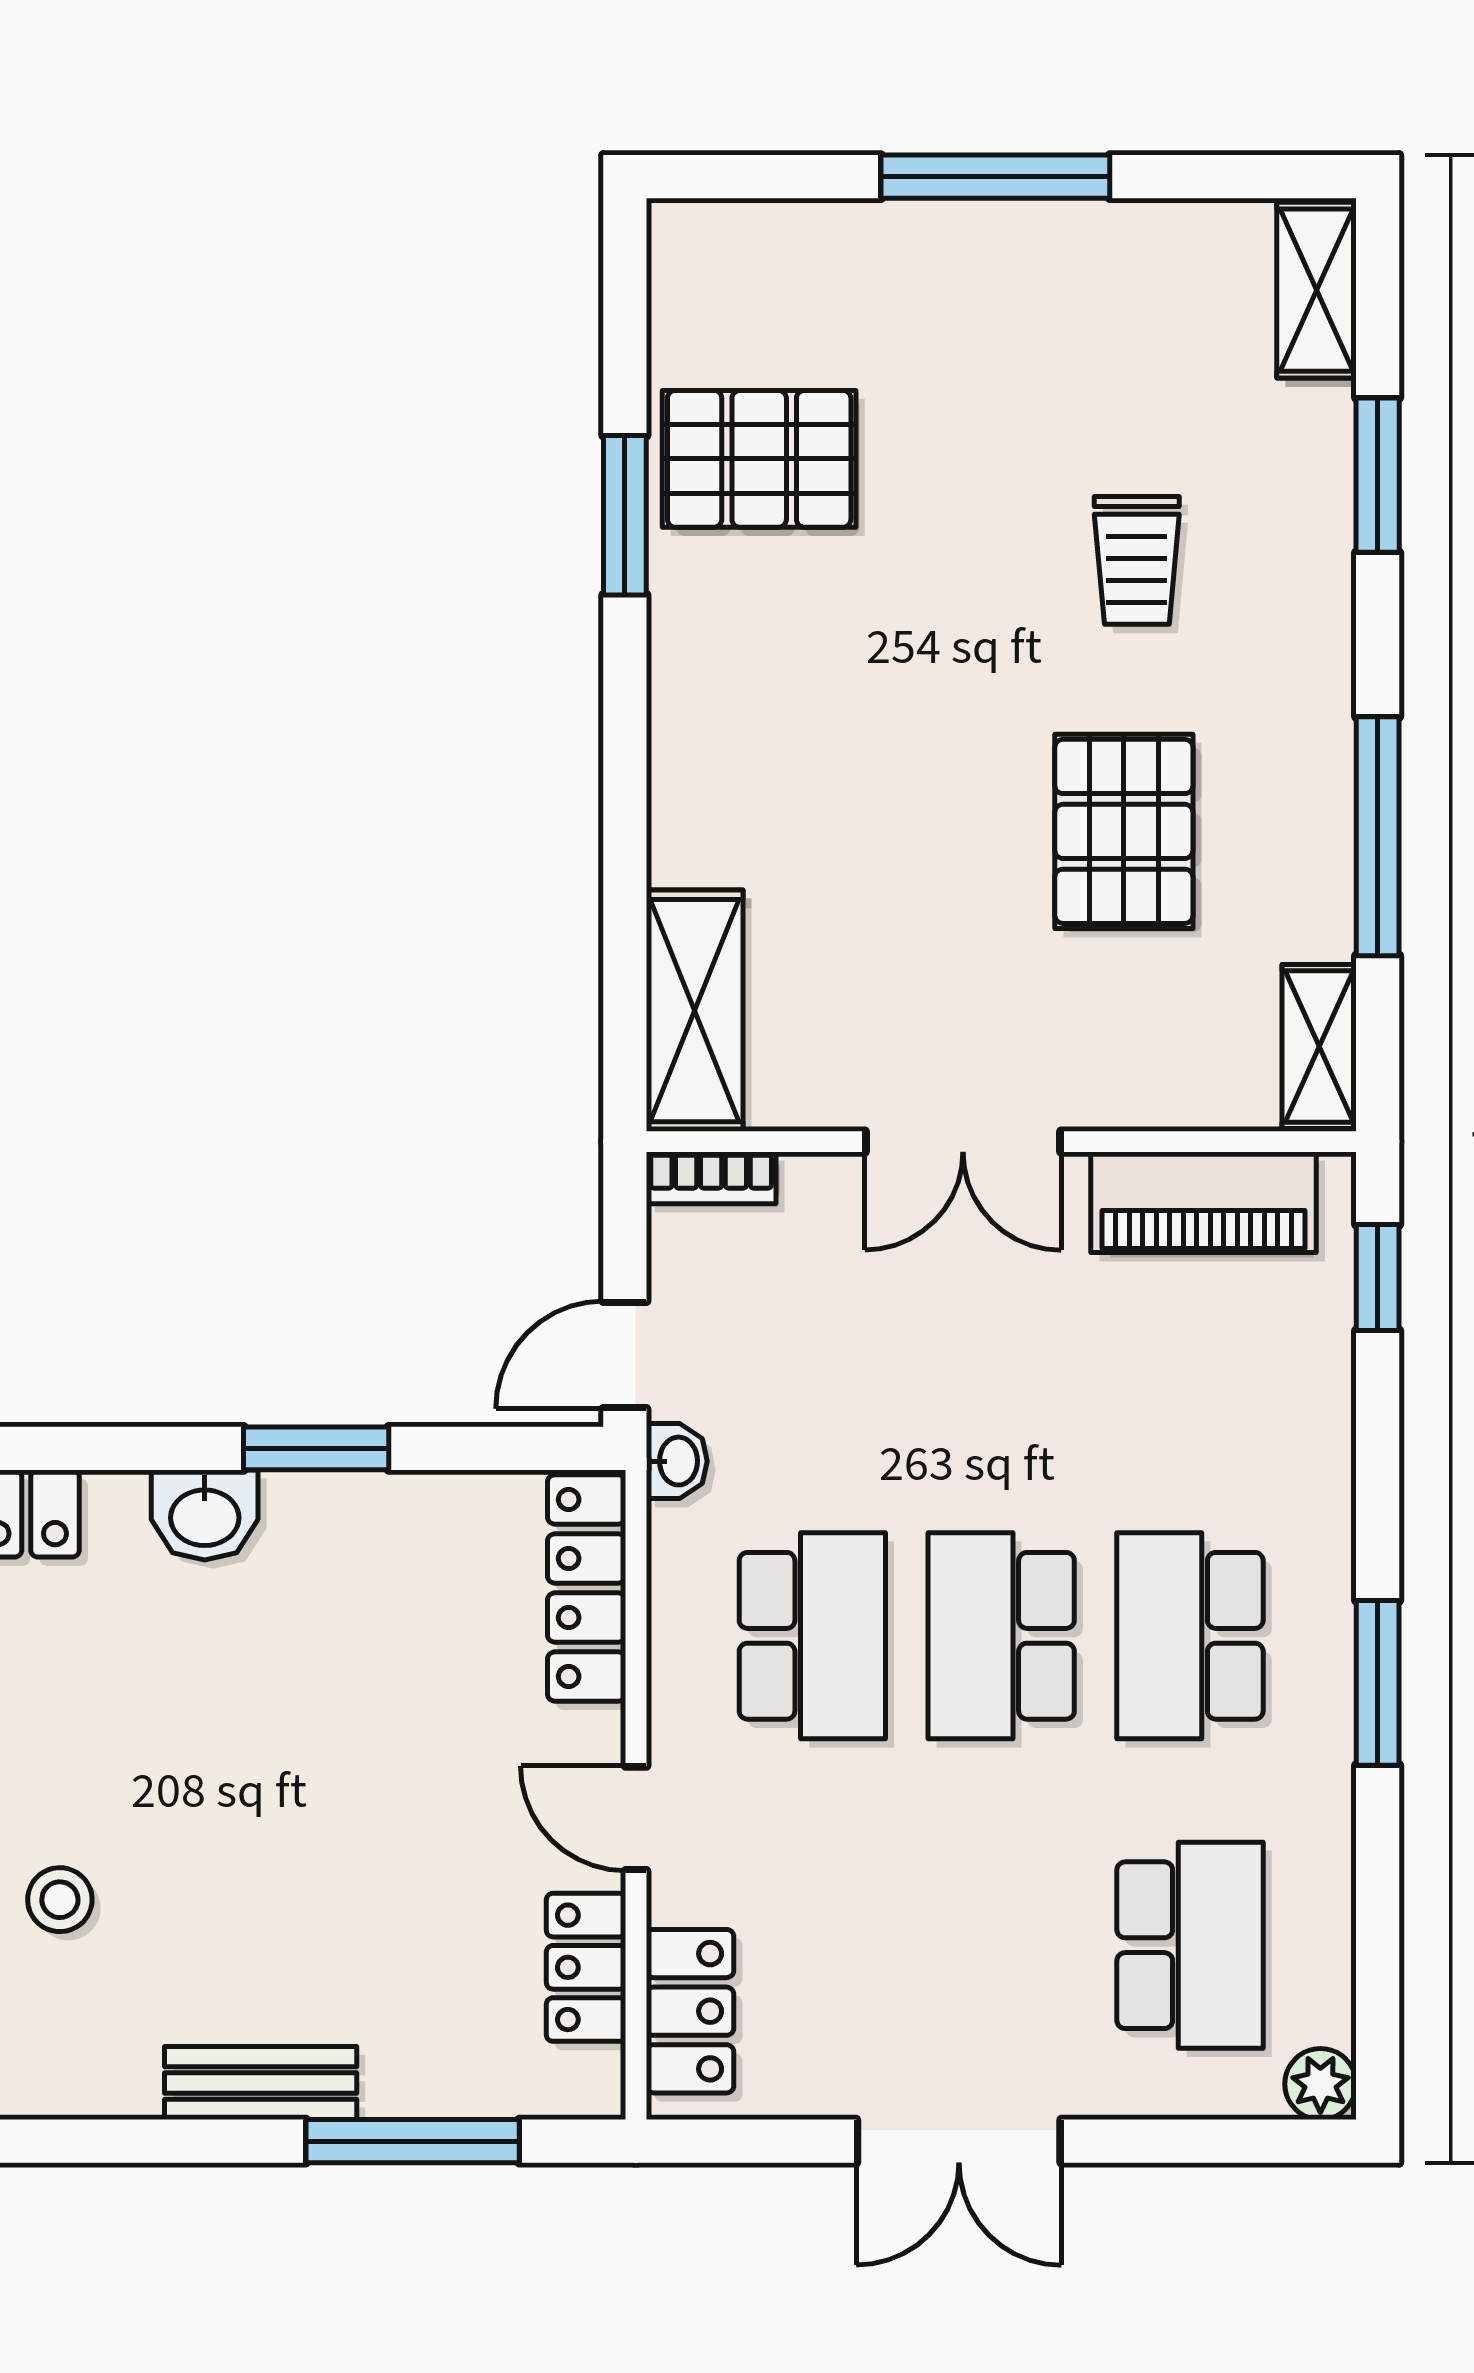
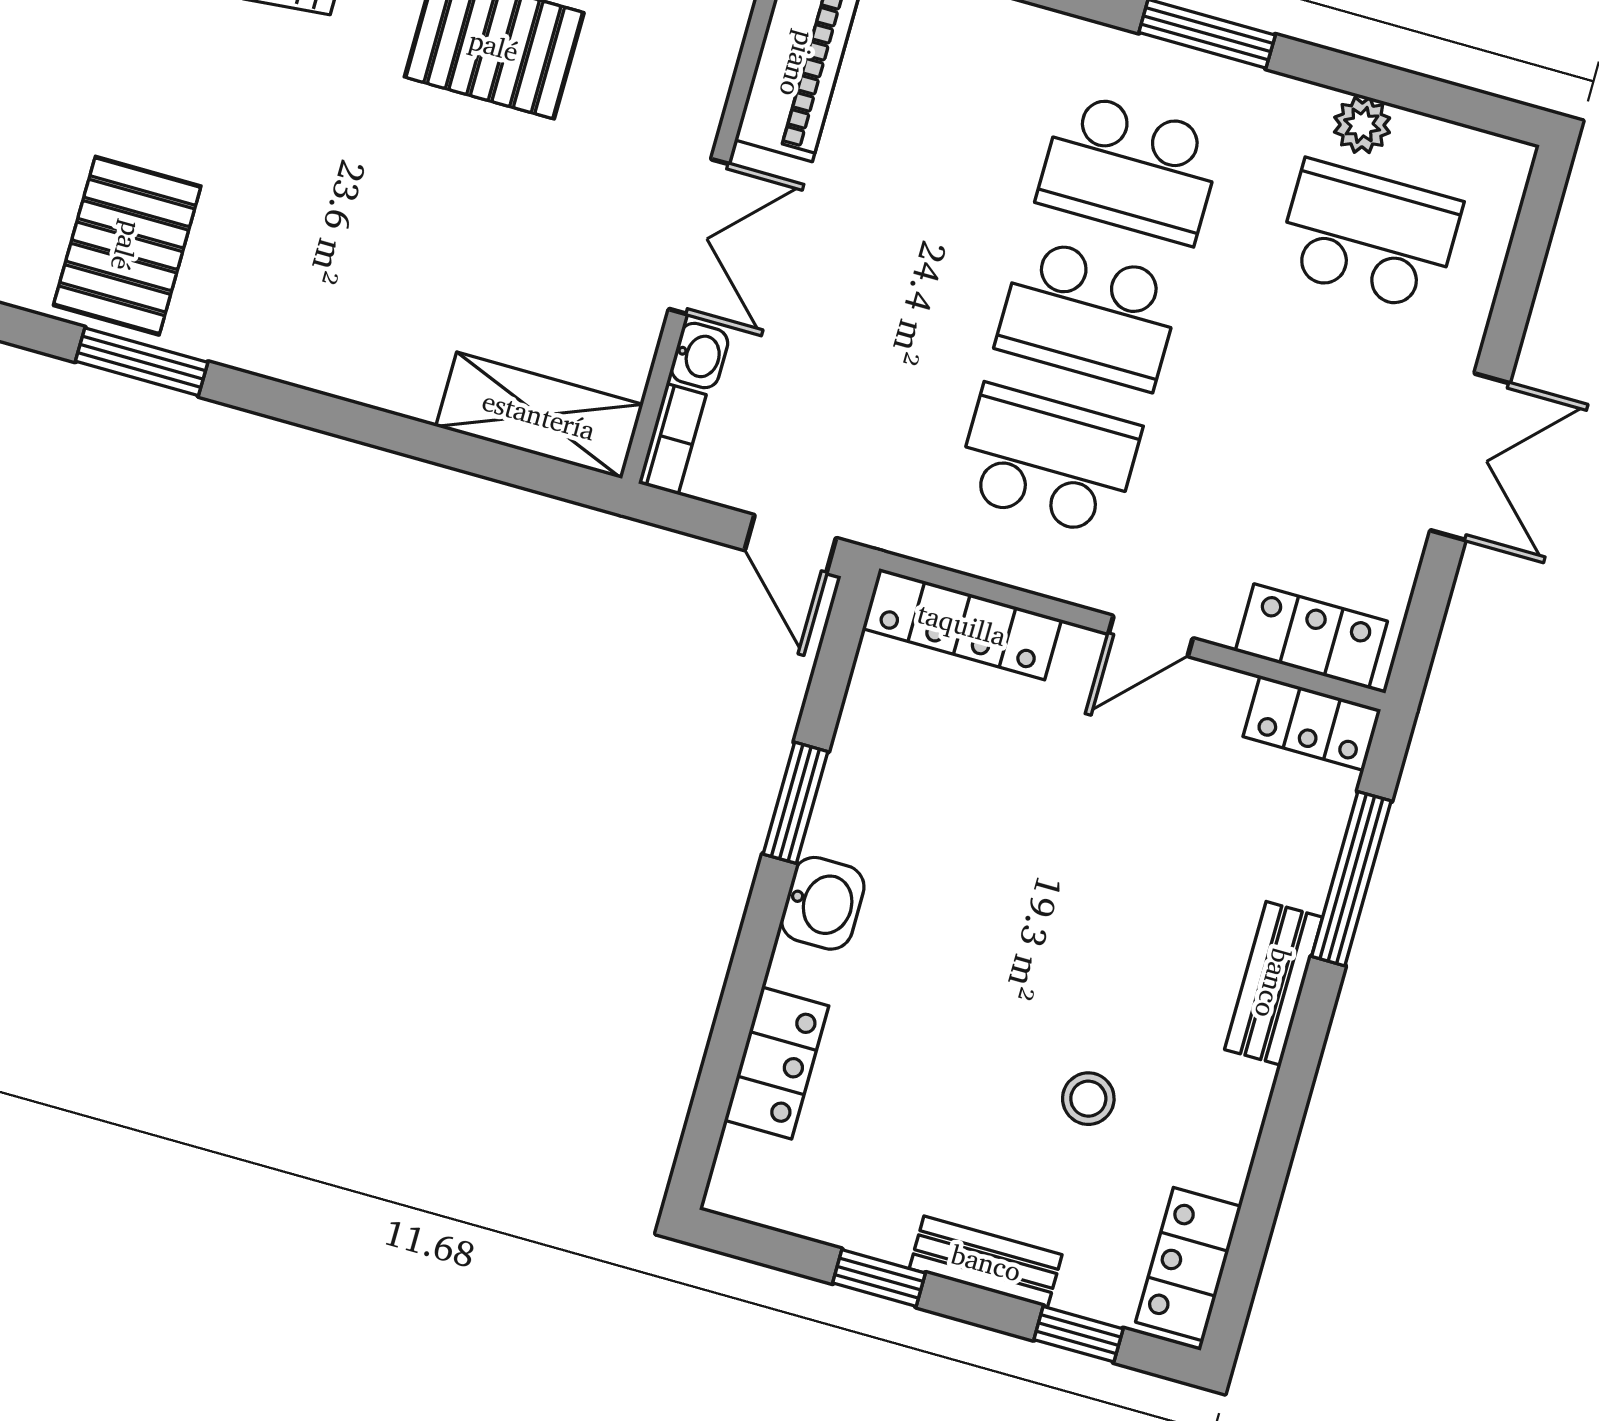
washbasin: (677, 1461) -> (699, 356), moved, turned 90
locker: (586, 1967) -> (1312, 723), moved
plant: (1320, 2084) -> (1362, 125), moved

